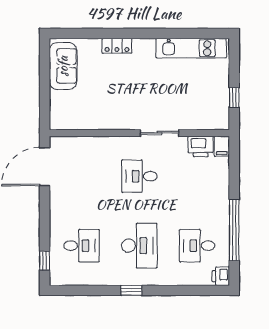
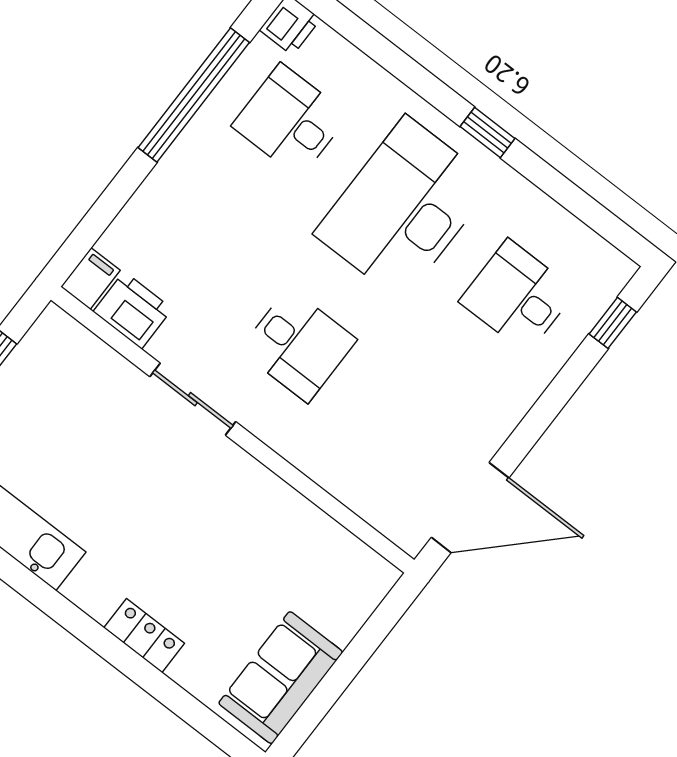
desk: (139, 246) -> (404, 208), width x1.36, depth x1.30
desk: (197, 246) -> (290, 121), turned 180

